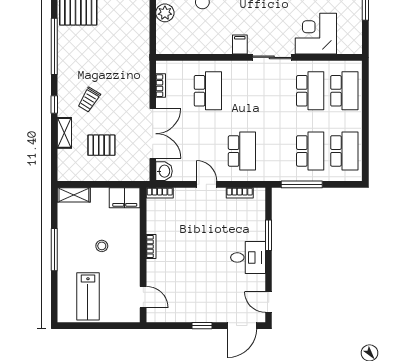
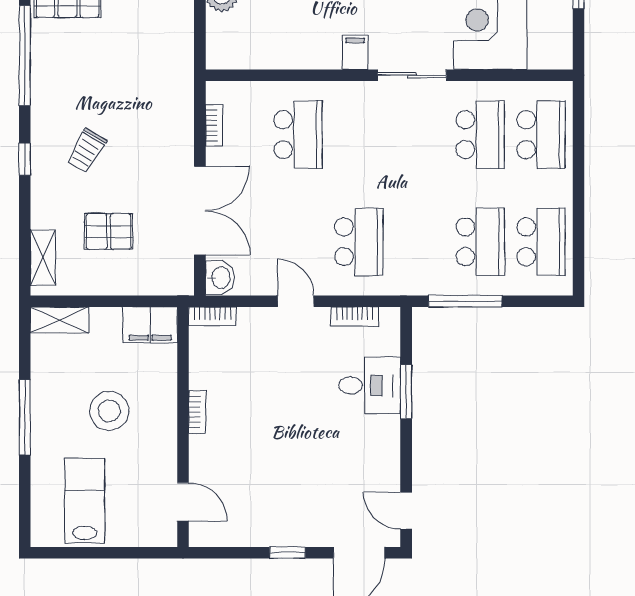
shelving: (64, 133) -> (43, 258), moved
stool: (102, 246) -> (109, 411), width x1.89, depth x1.89
desk: (248, 257) -> (370, 385), moved
lab bench: (88, 296) -> (85, 501), turned 180

